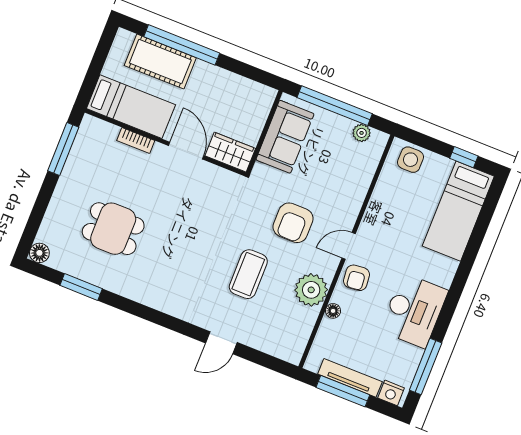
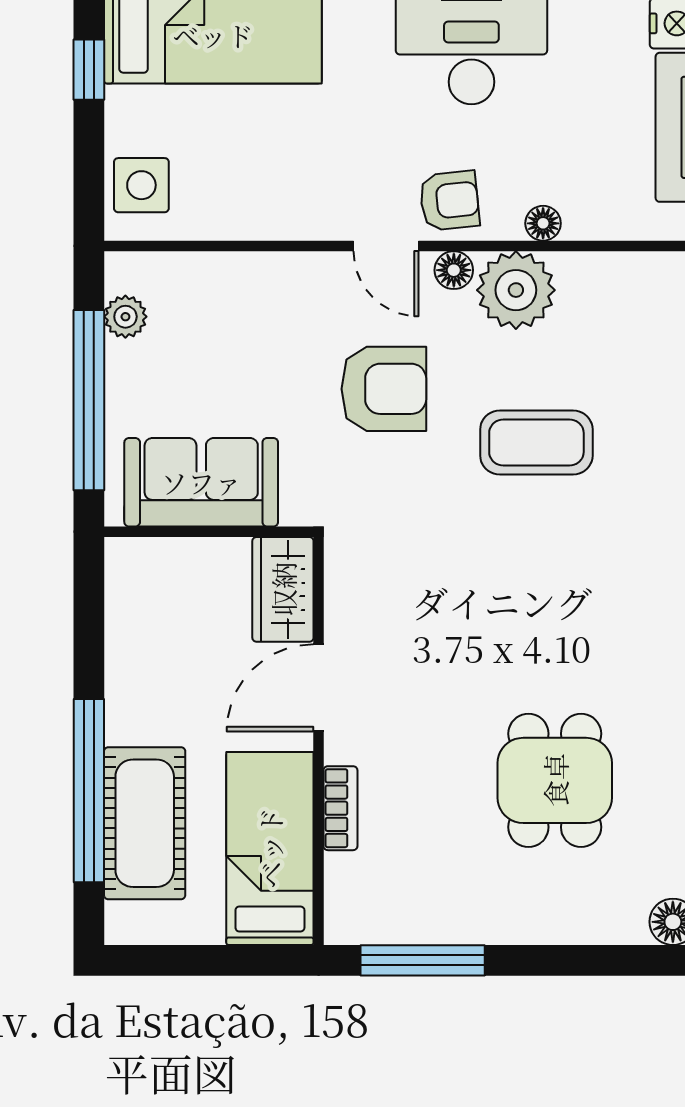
floor lamp: (329, 269) -> (454, 270), added

